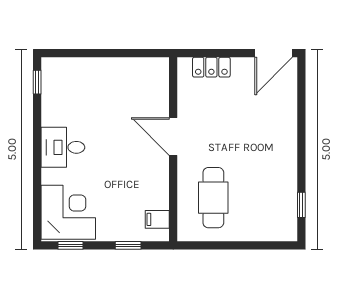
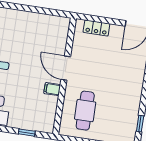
filing cabinet: (157, 219) -> (52, 89), moved

